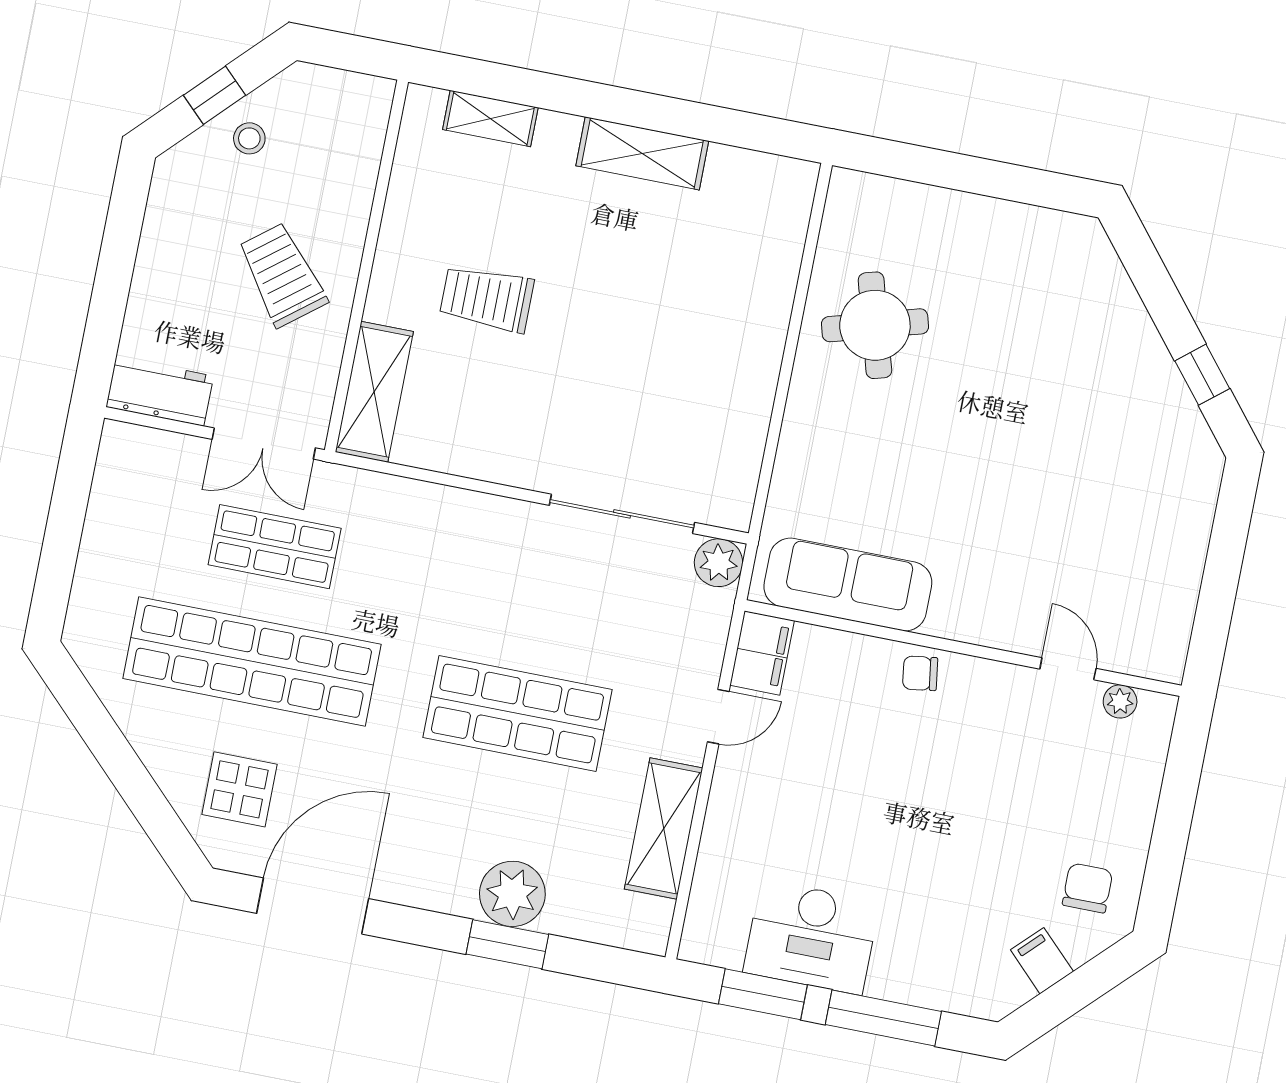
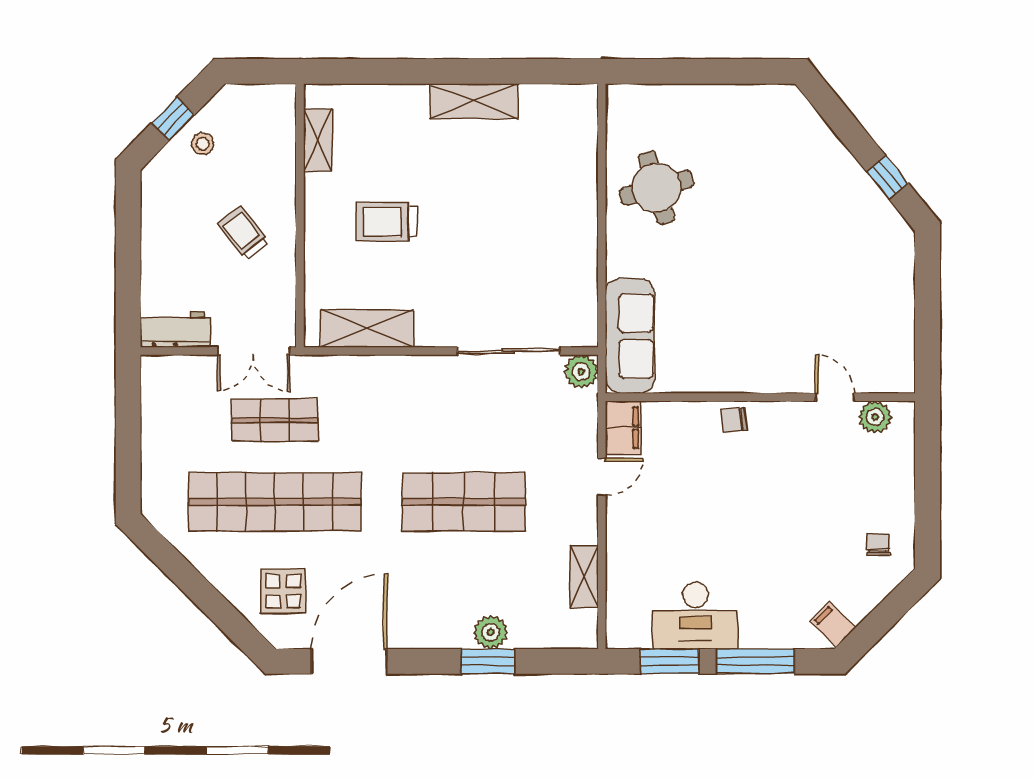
shelving: (490, 119) -> (318, 140), moved, turned 90
trolley: (282, 275) -> (243, 233), width x0.73, depth x0.72
shelving: (374, 392) -> (367, 329), moved, turned 90
sofa: (848, 584) -> (630, 336), moved, turned 90
plant: (1120, 701) -> (875, 417), width x1.38, depth x1.38
shelving: (664, 829) -> (584, 577), width x0.67, depth x0.75
chair: (1088, 888) -> (878, 545), width x0.73, depth x0.73
plant: (512, 894) -> (491, 632), width x0.73, depth x0.73
filing cabinet: (1042, 961) -> (833, 624), moved

